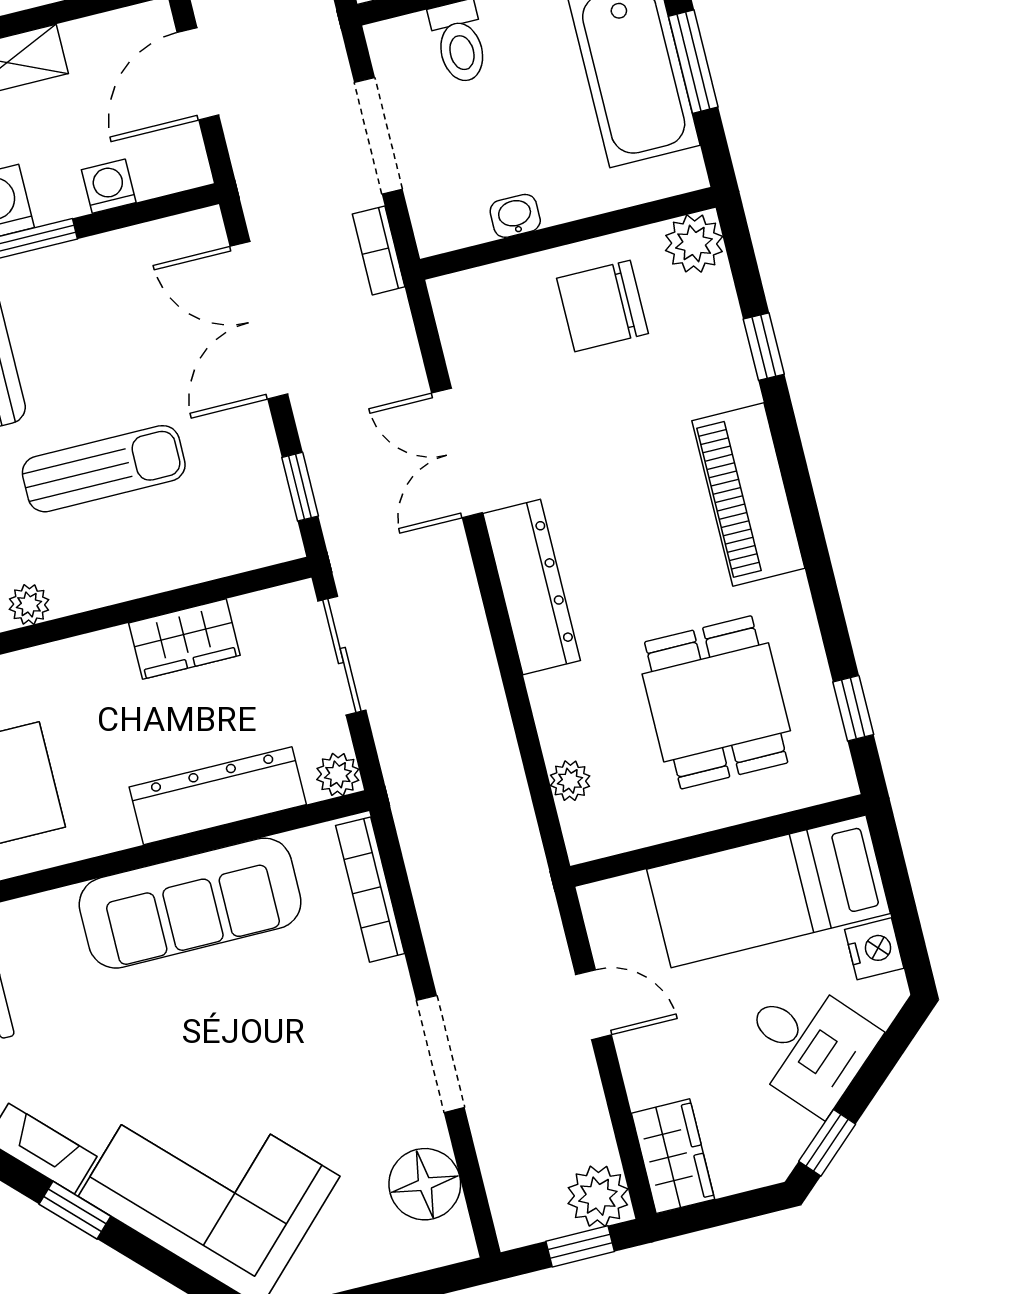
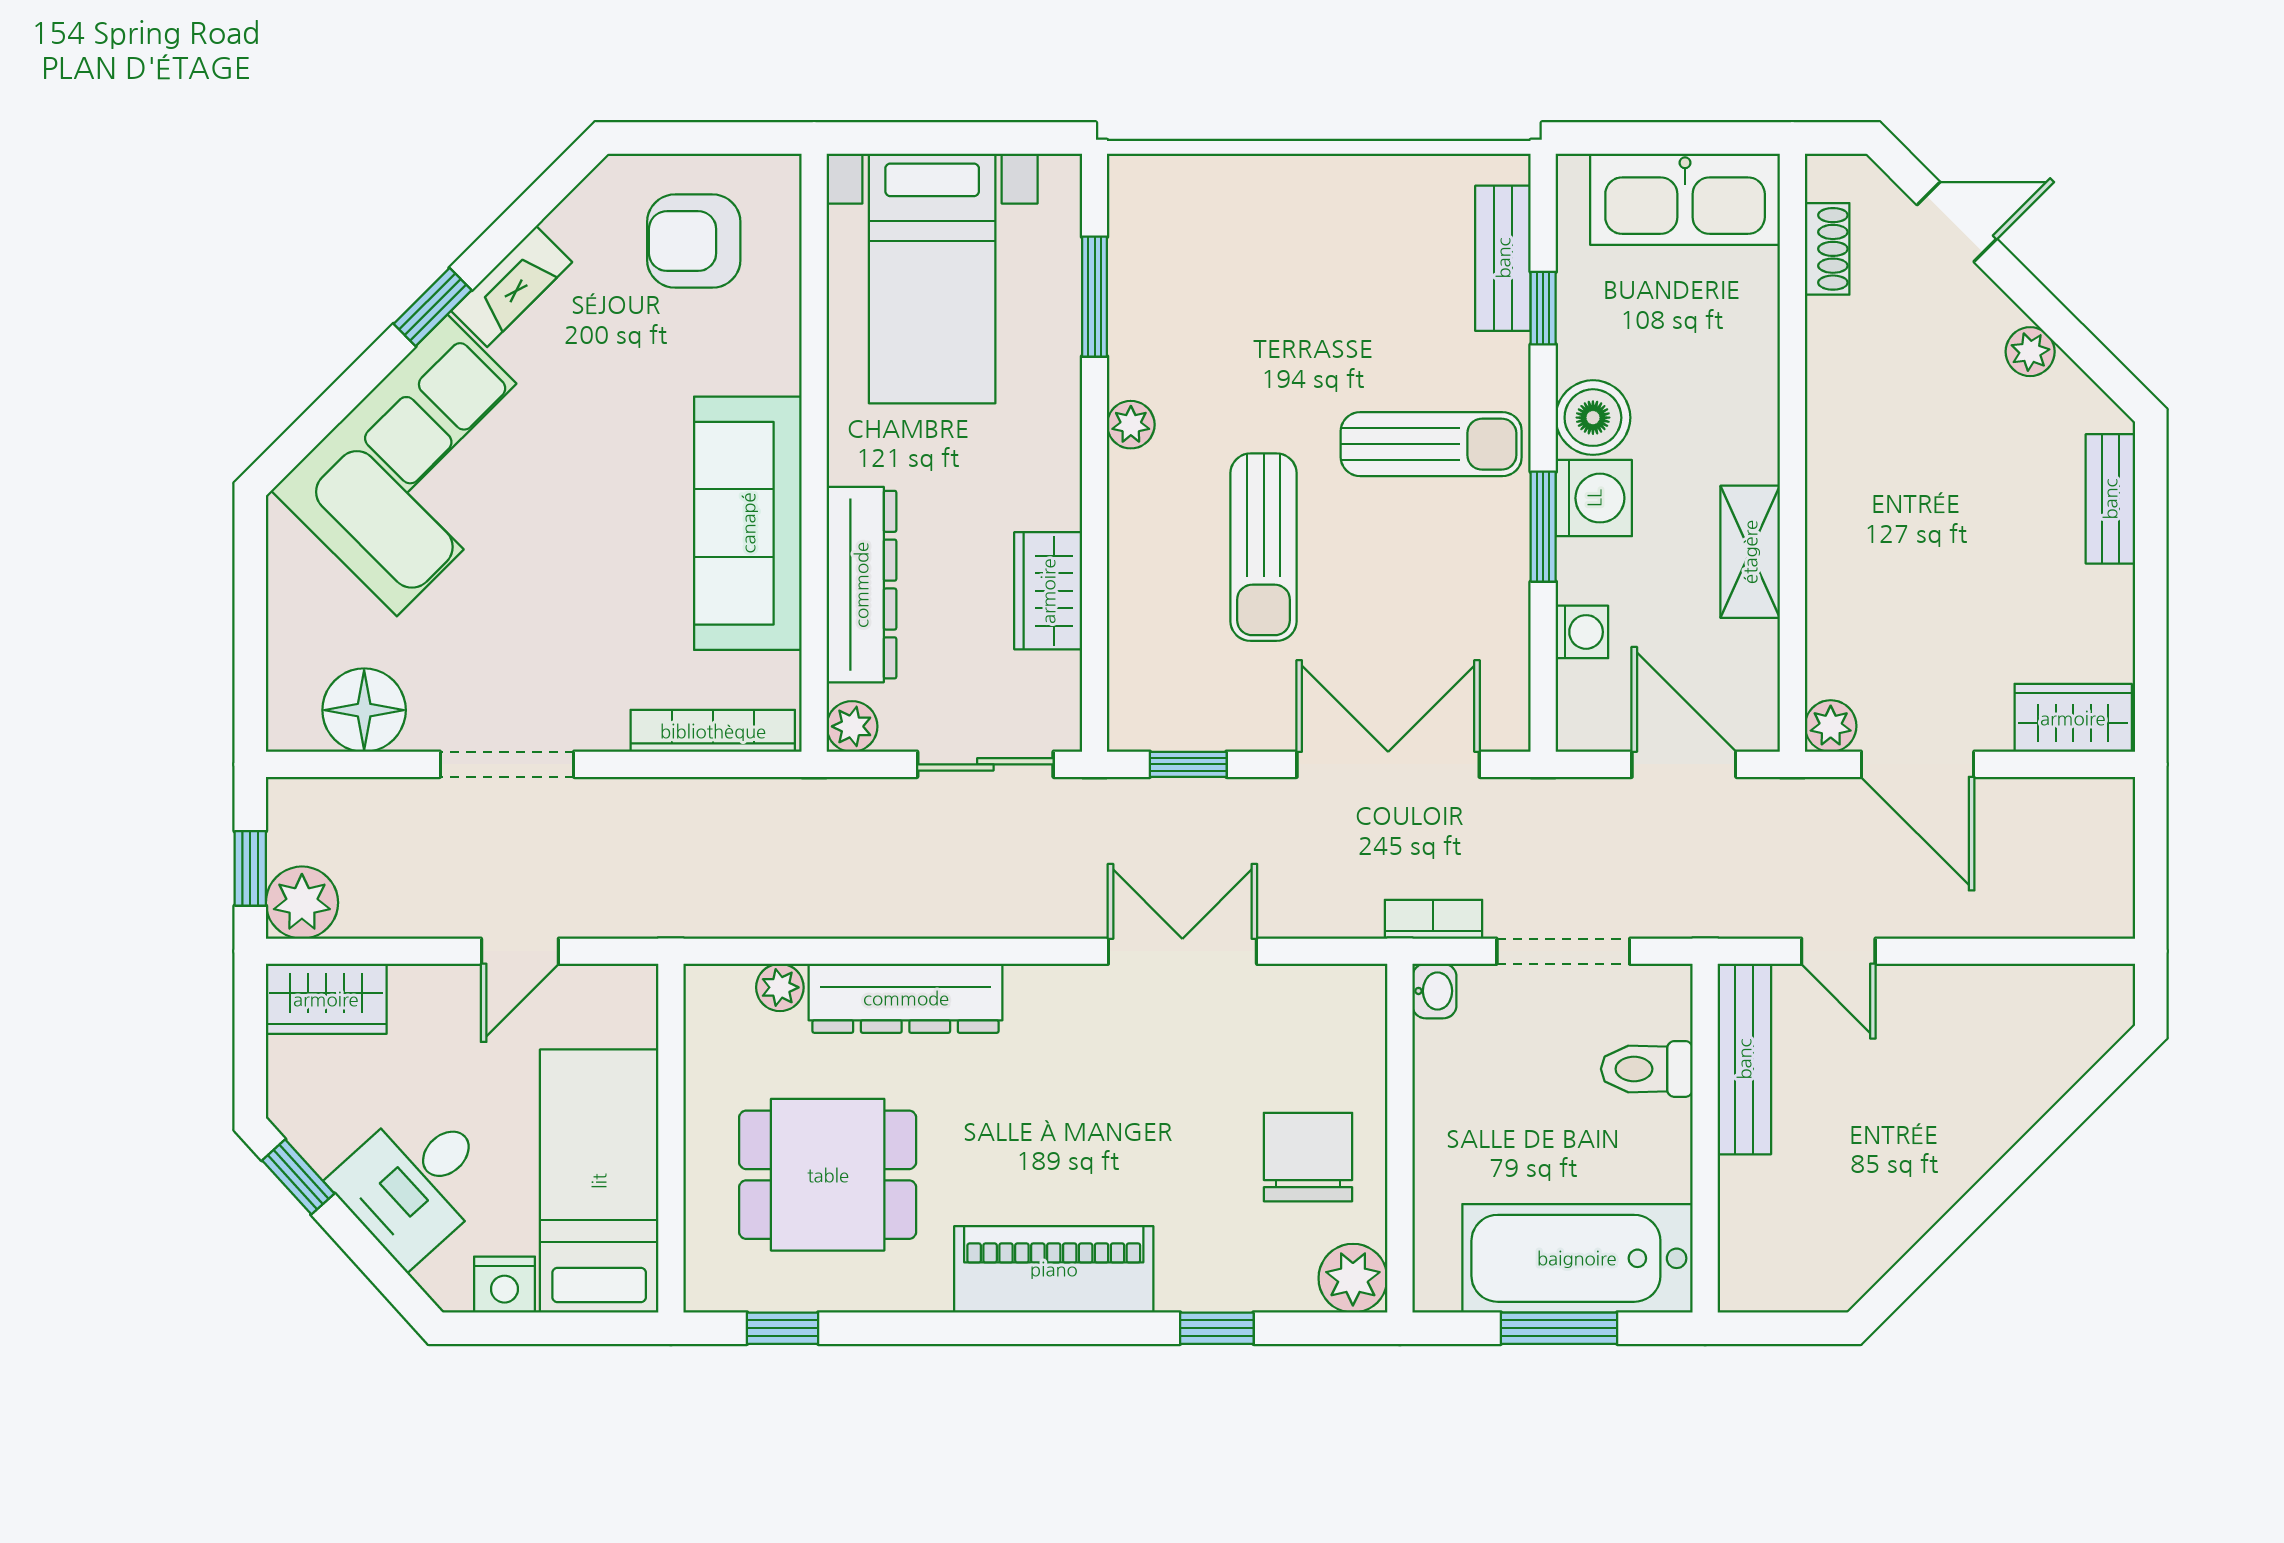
washbasin: (515, 216) -> (1434, 991), moved
dresser: (532, 587) -> (906, 998), moved

